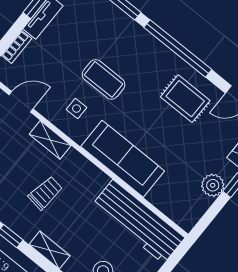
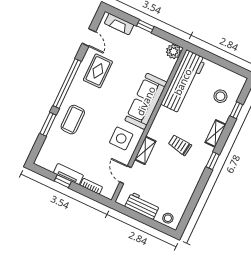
coffee table: (104, 79) -> (73, 120), moved
side table: (77, 109) -> (121, 138), width x1.87, depth x1.87
plant: (213, 185) -> (173, 51), moved

